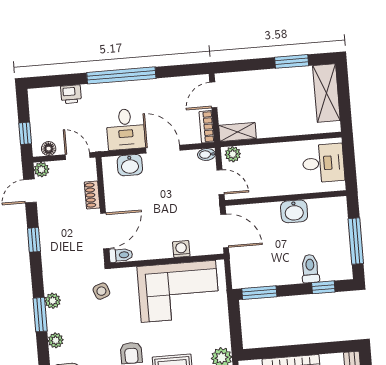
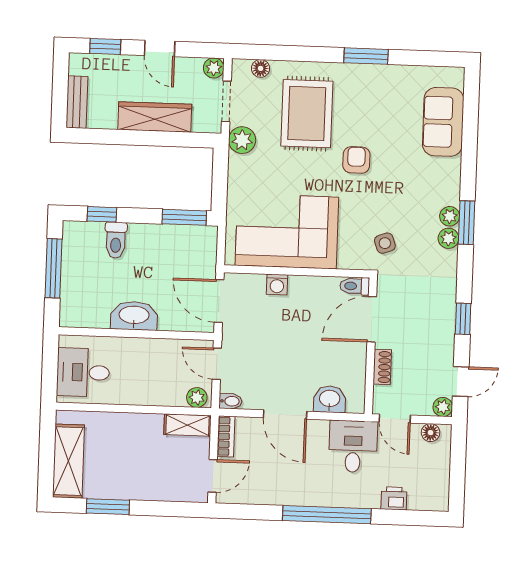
desk: (126, 129) -> (353, 446), moved
window: (25, 133) -> (458, 456), removed
washbasin: (294, 211) -> (134, 316), width x1.38
plant: (56, 340) -> (450, 216), moved

